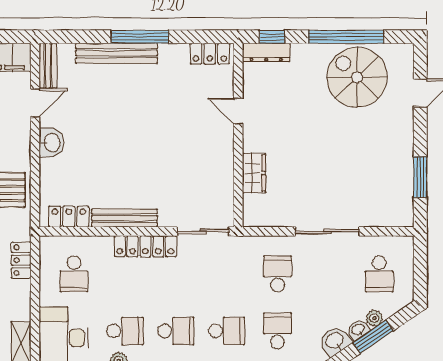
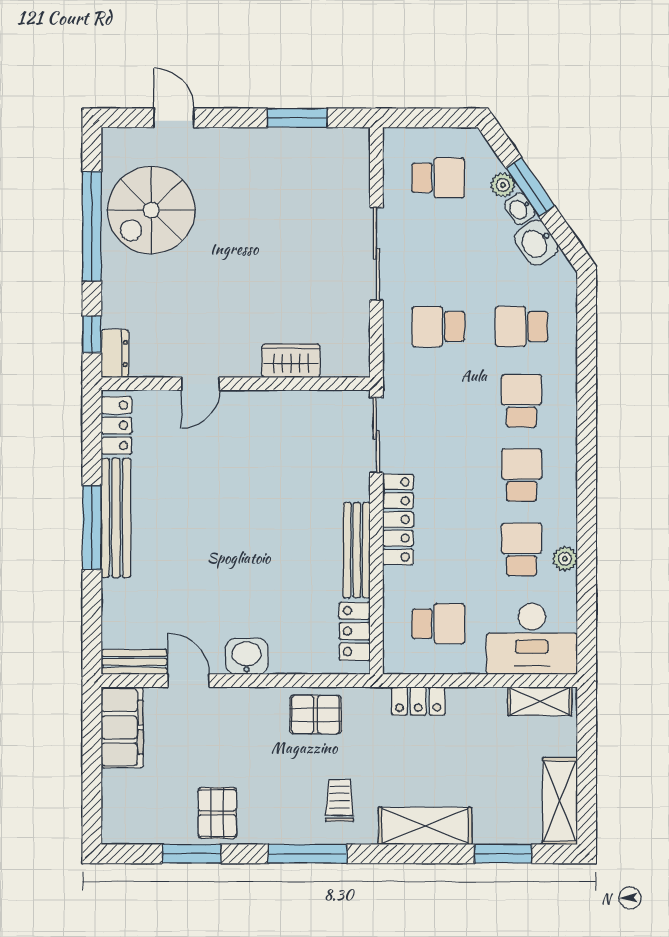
dresser: (266, 52) -> (115, 353), width x0.70
bench: (117, 53) -> (116, 518), moved

